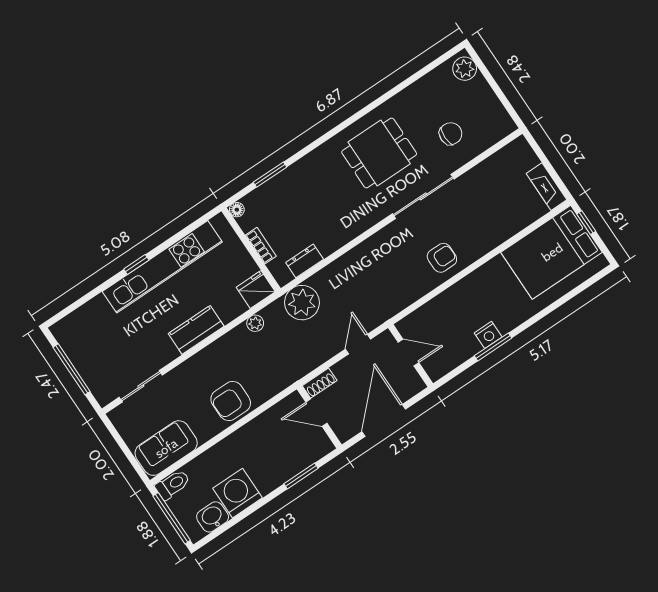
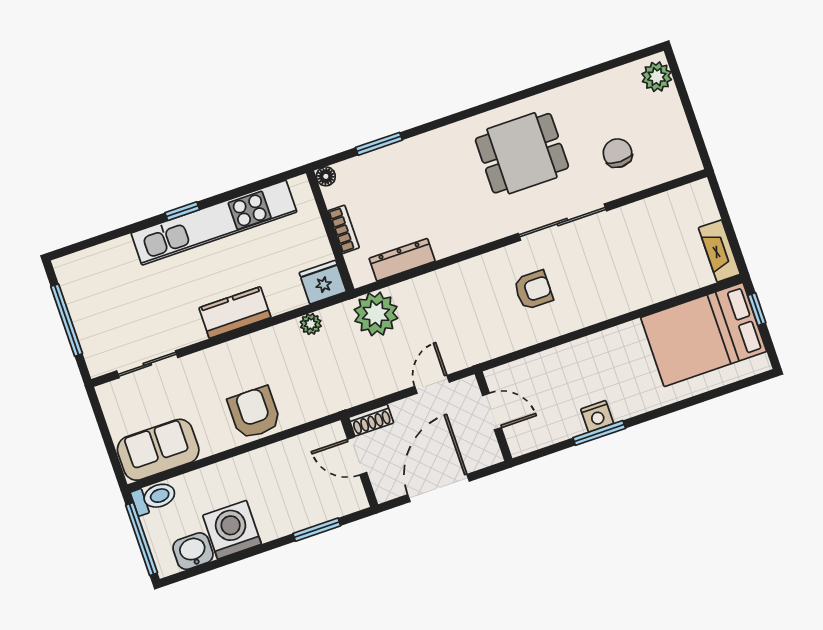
chair: (451, 134) -> (618, 153), turned -89
armchair: (442, 258) -> (533, 290), moved
dresser: (305, 261) -> (402, 260), width x1.44
armchair: (231, 401) -> (254, 413), turned 90

